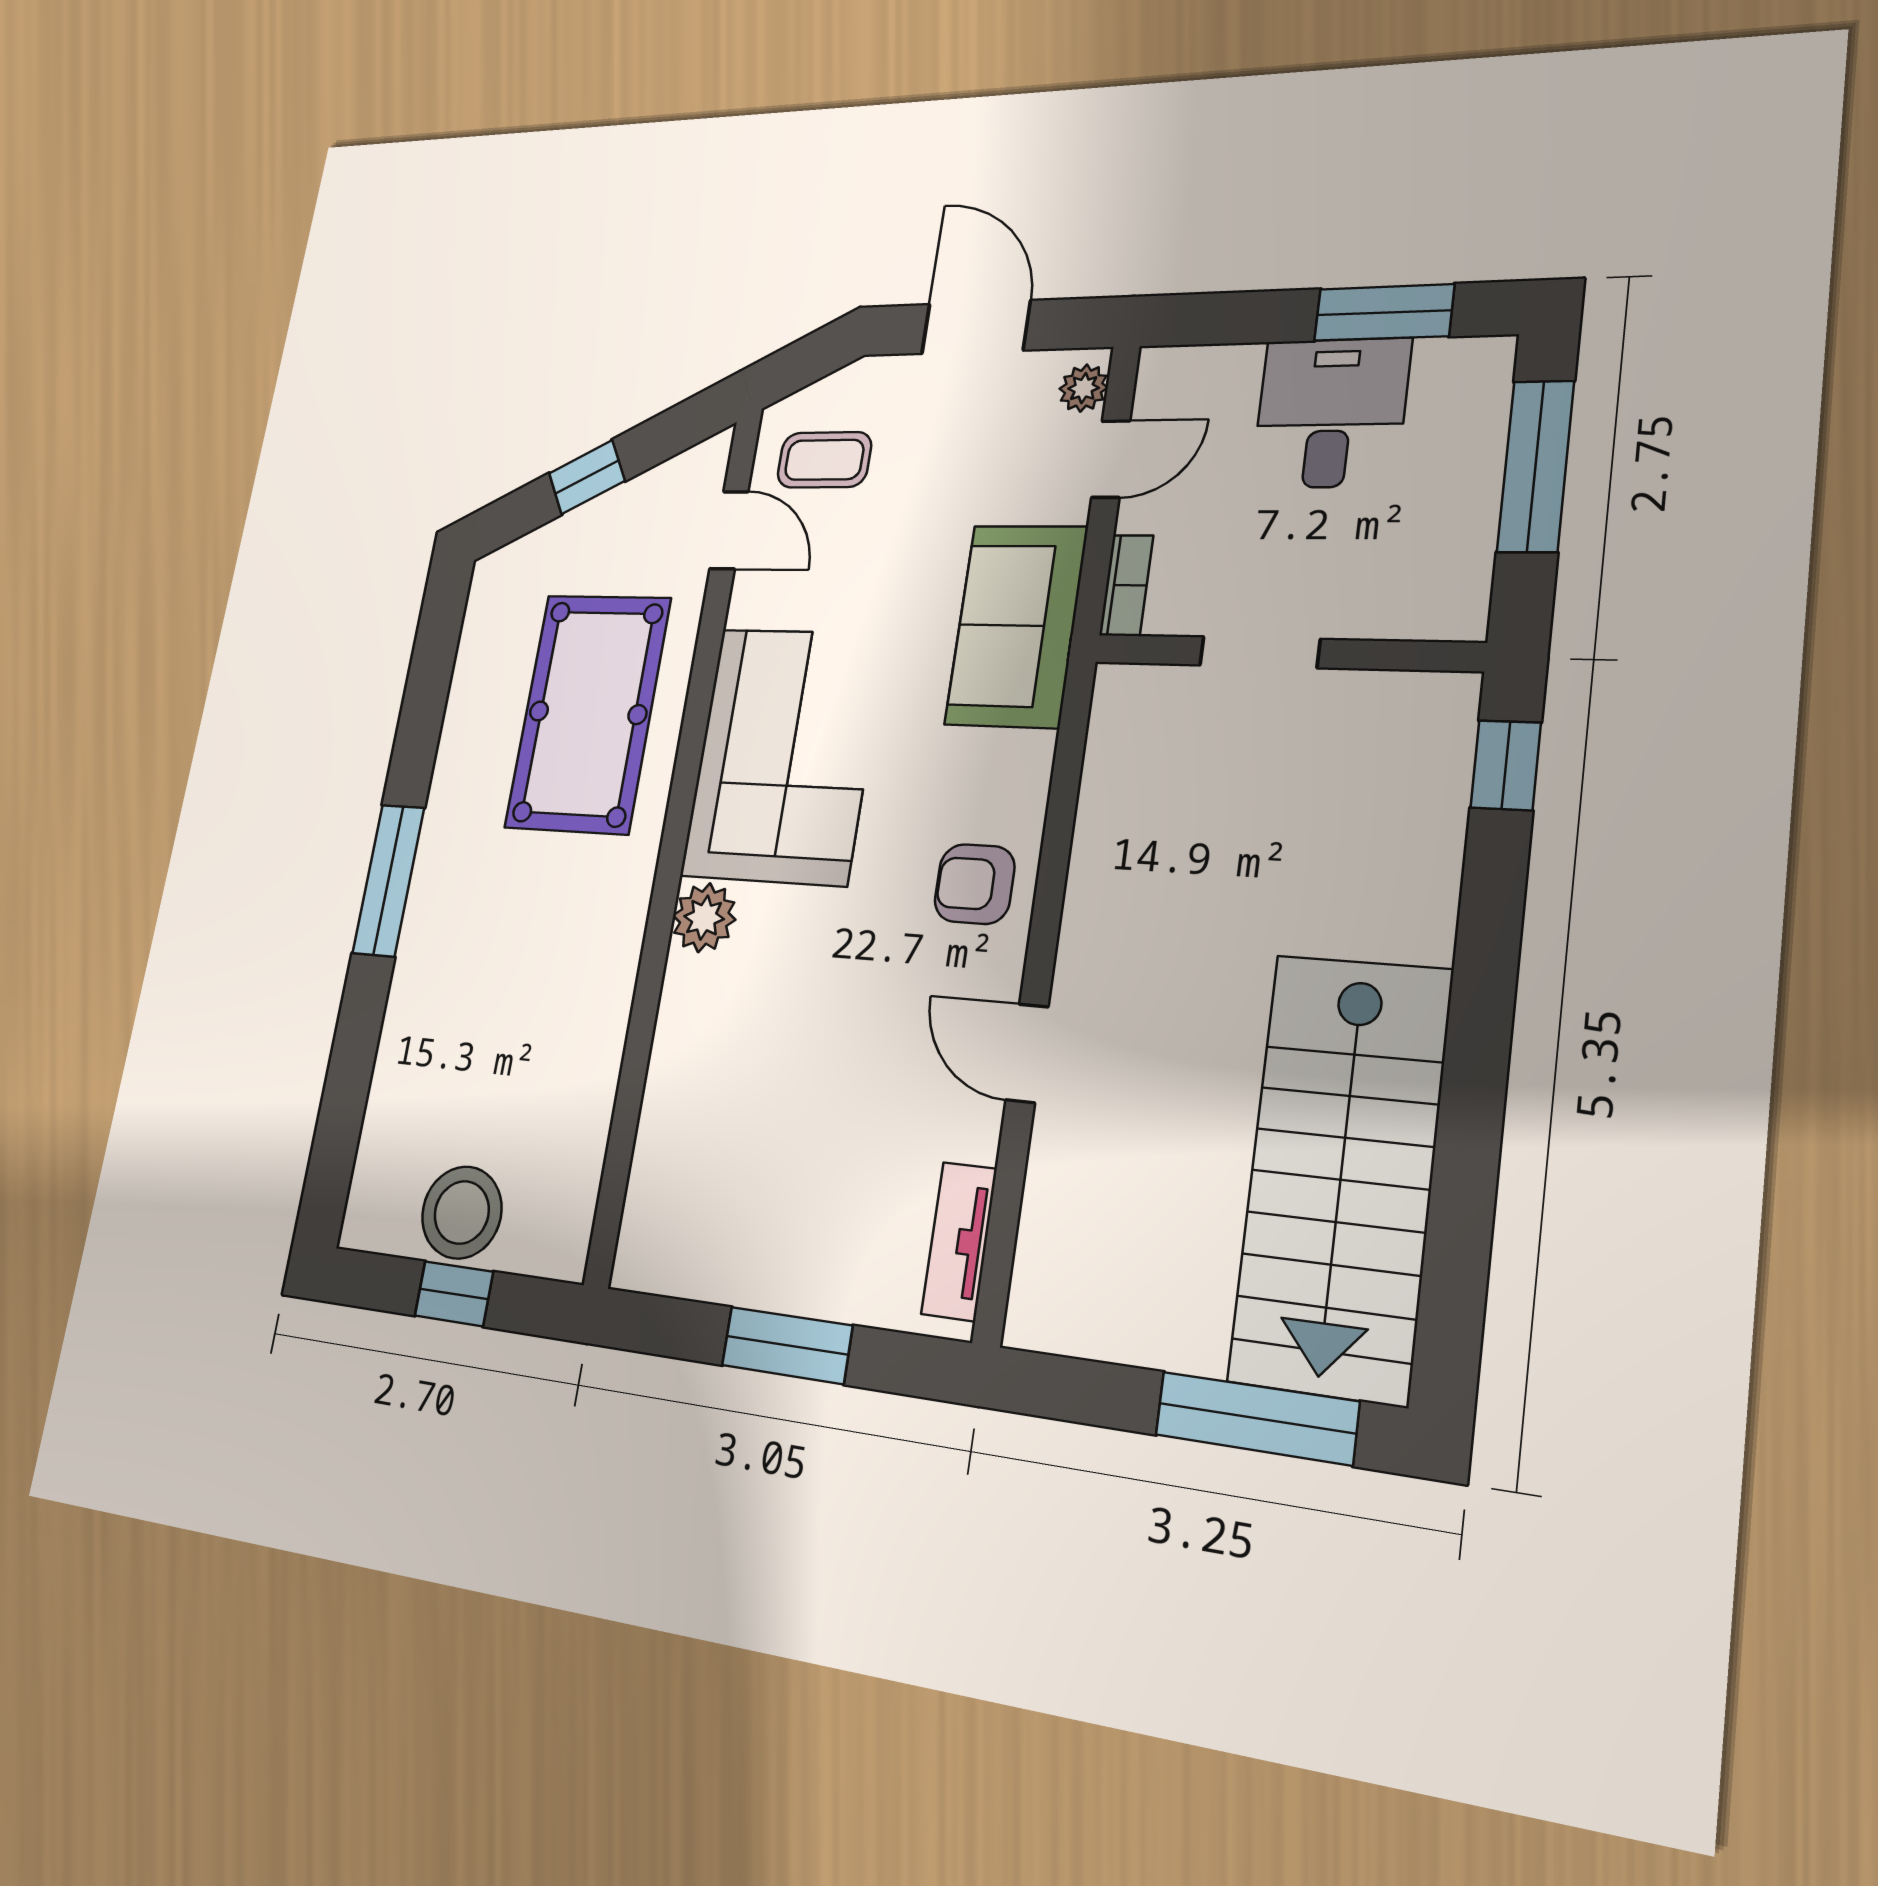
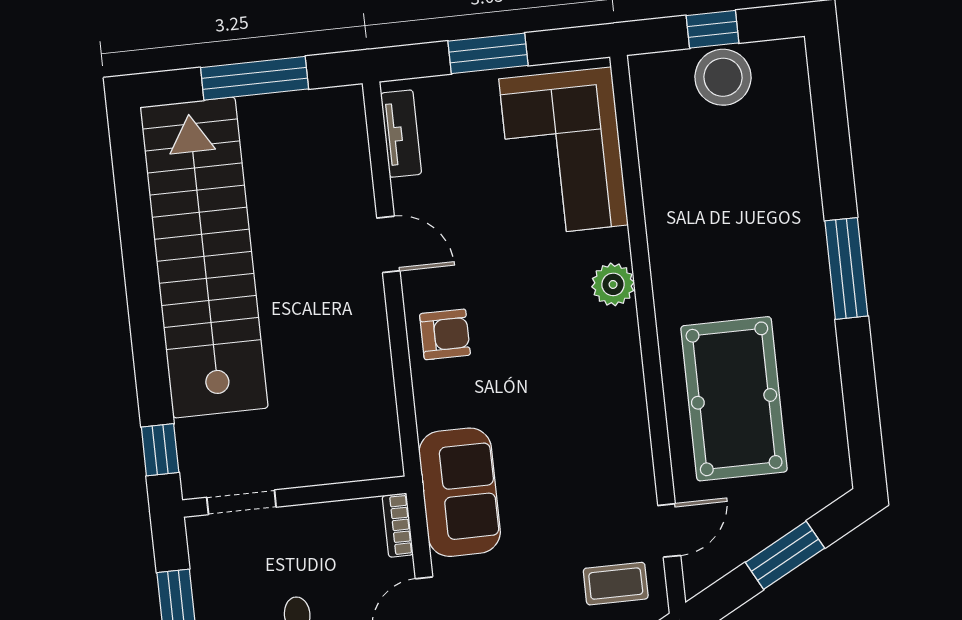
window: (587, 477) -> (785, 555), width x1.50
door: (729, 530) -> (669, 530), swing flipped
doorway: (1260, 652) -> (241, 502), moved
corner sofa: (783, 755) -> (564, 152), moved
stairs: (1341, 1174) -> (204, 257), width x1.36
window: (1257, 1418) -> (255, 78), moved

